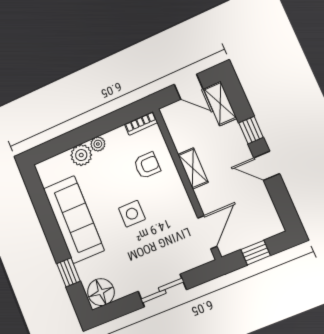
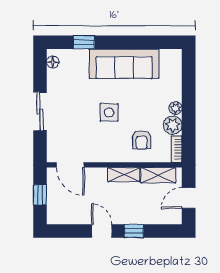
shelving: (220, 104) -> (158, 175), moved
plant: (81, 155) -> (173, 125), moved
door: (267, 166) -> (102, 231), hinge flipped
floor lamp: (101, 292) -> (53, 62), width x0.53, depth x0.53

